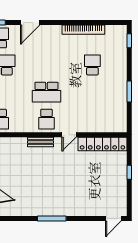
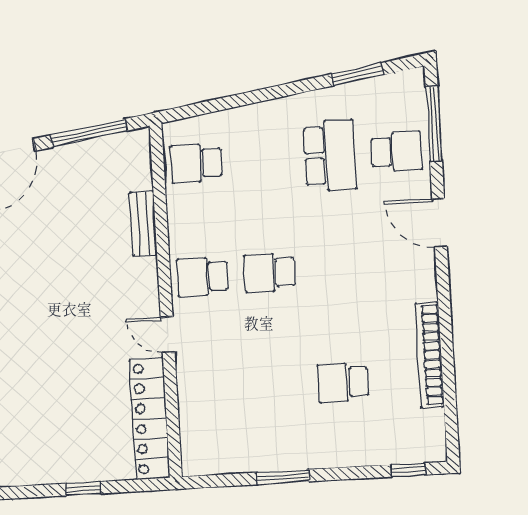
school desk: (92, 65) -> (343, 382), turned 180
school desk: (46, 92) -> (270, 273), width x0.54
bench: (41, 142) -> (143, 224), moved

